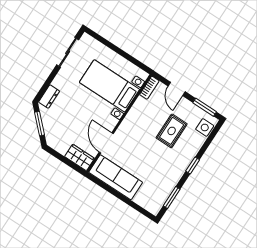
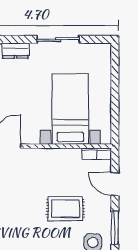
sliding door: (68, 52) -> (58, 39), moved
door: (177, 89) -> (115, 184), hinge flipped

